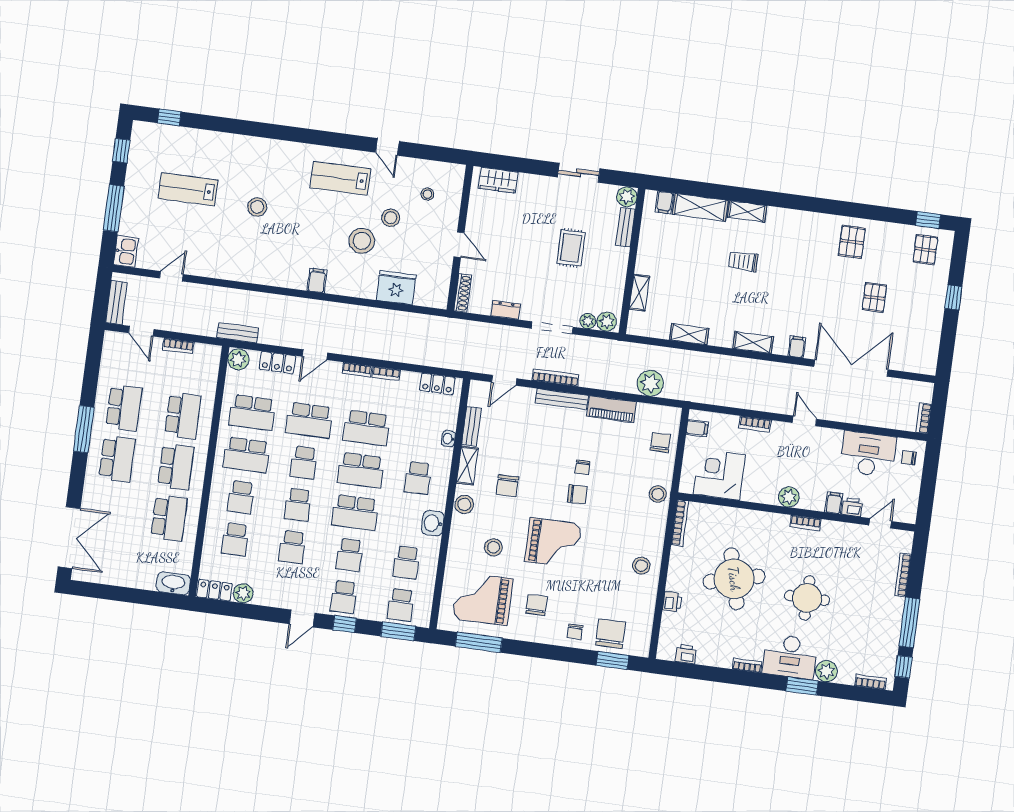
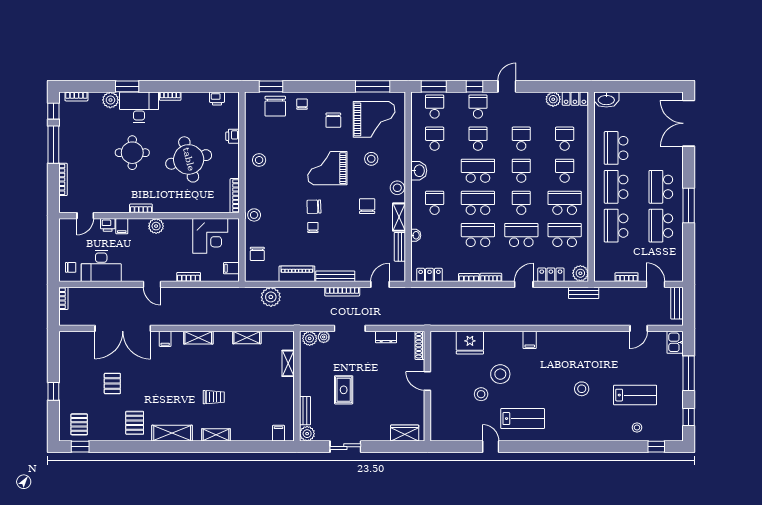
stool: (427, 194) -> (637, 427), moved
shelving: (700, 207) -> (172, 433), moved

